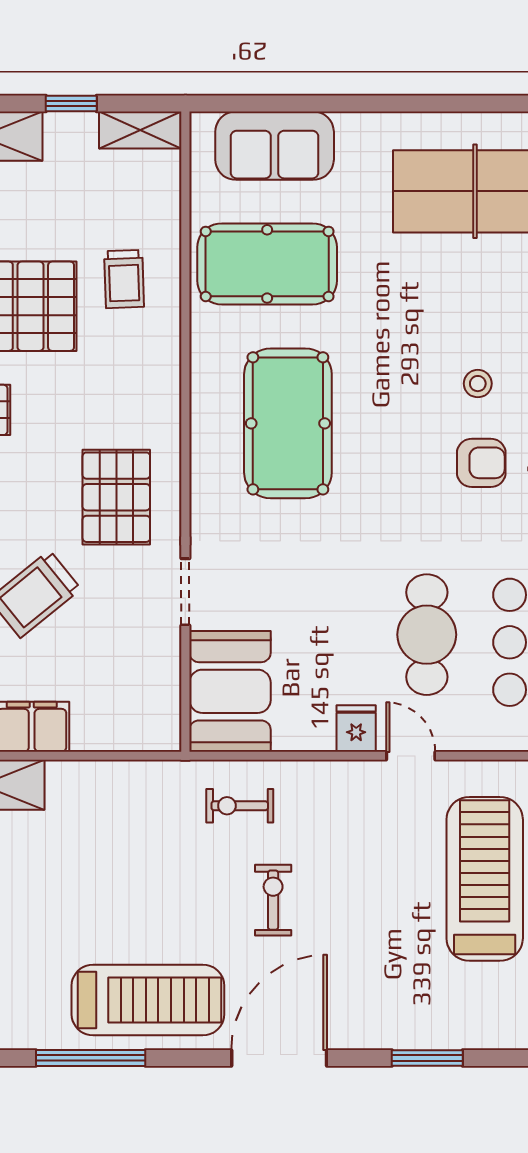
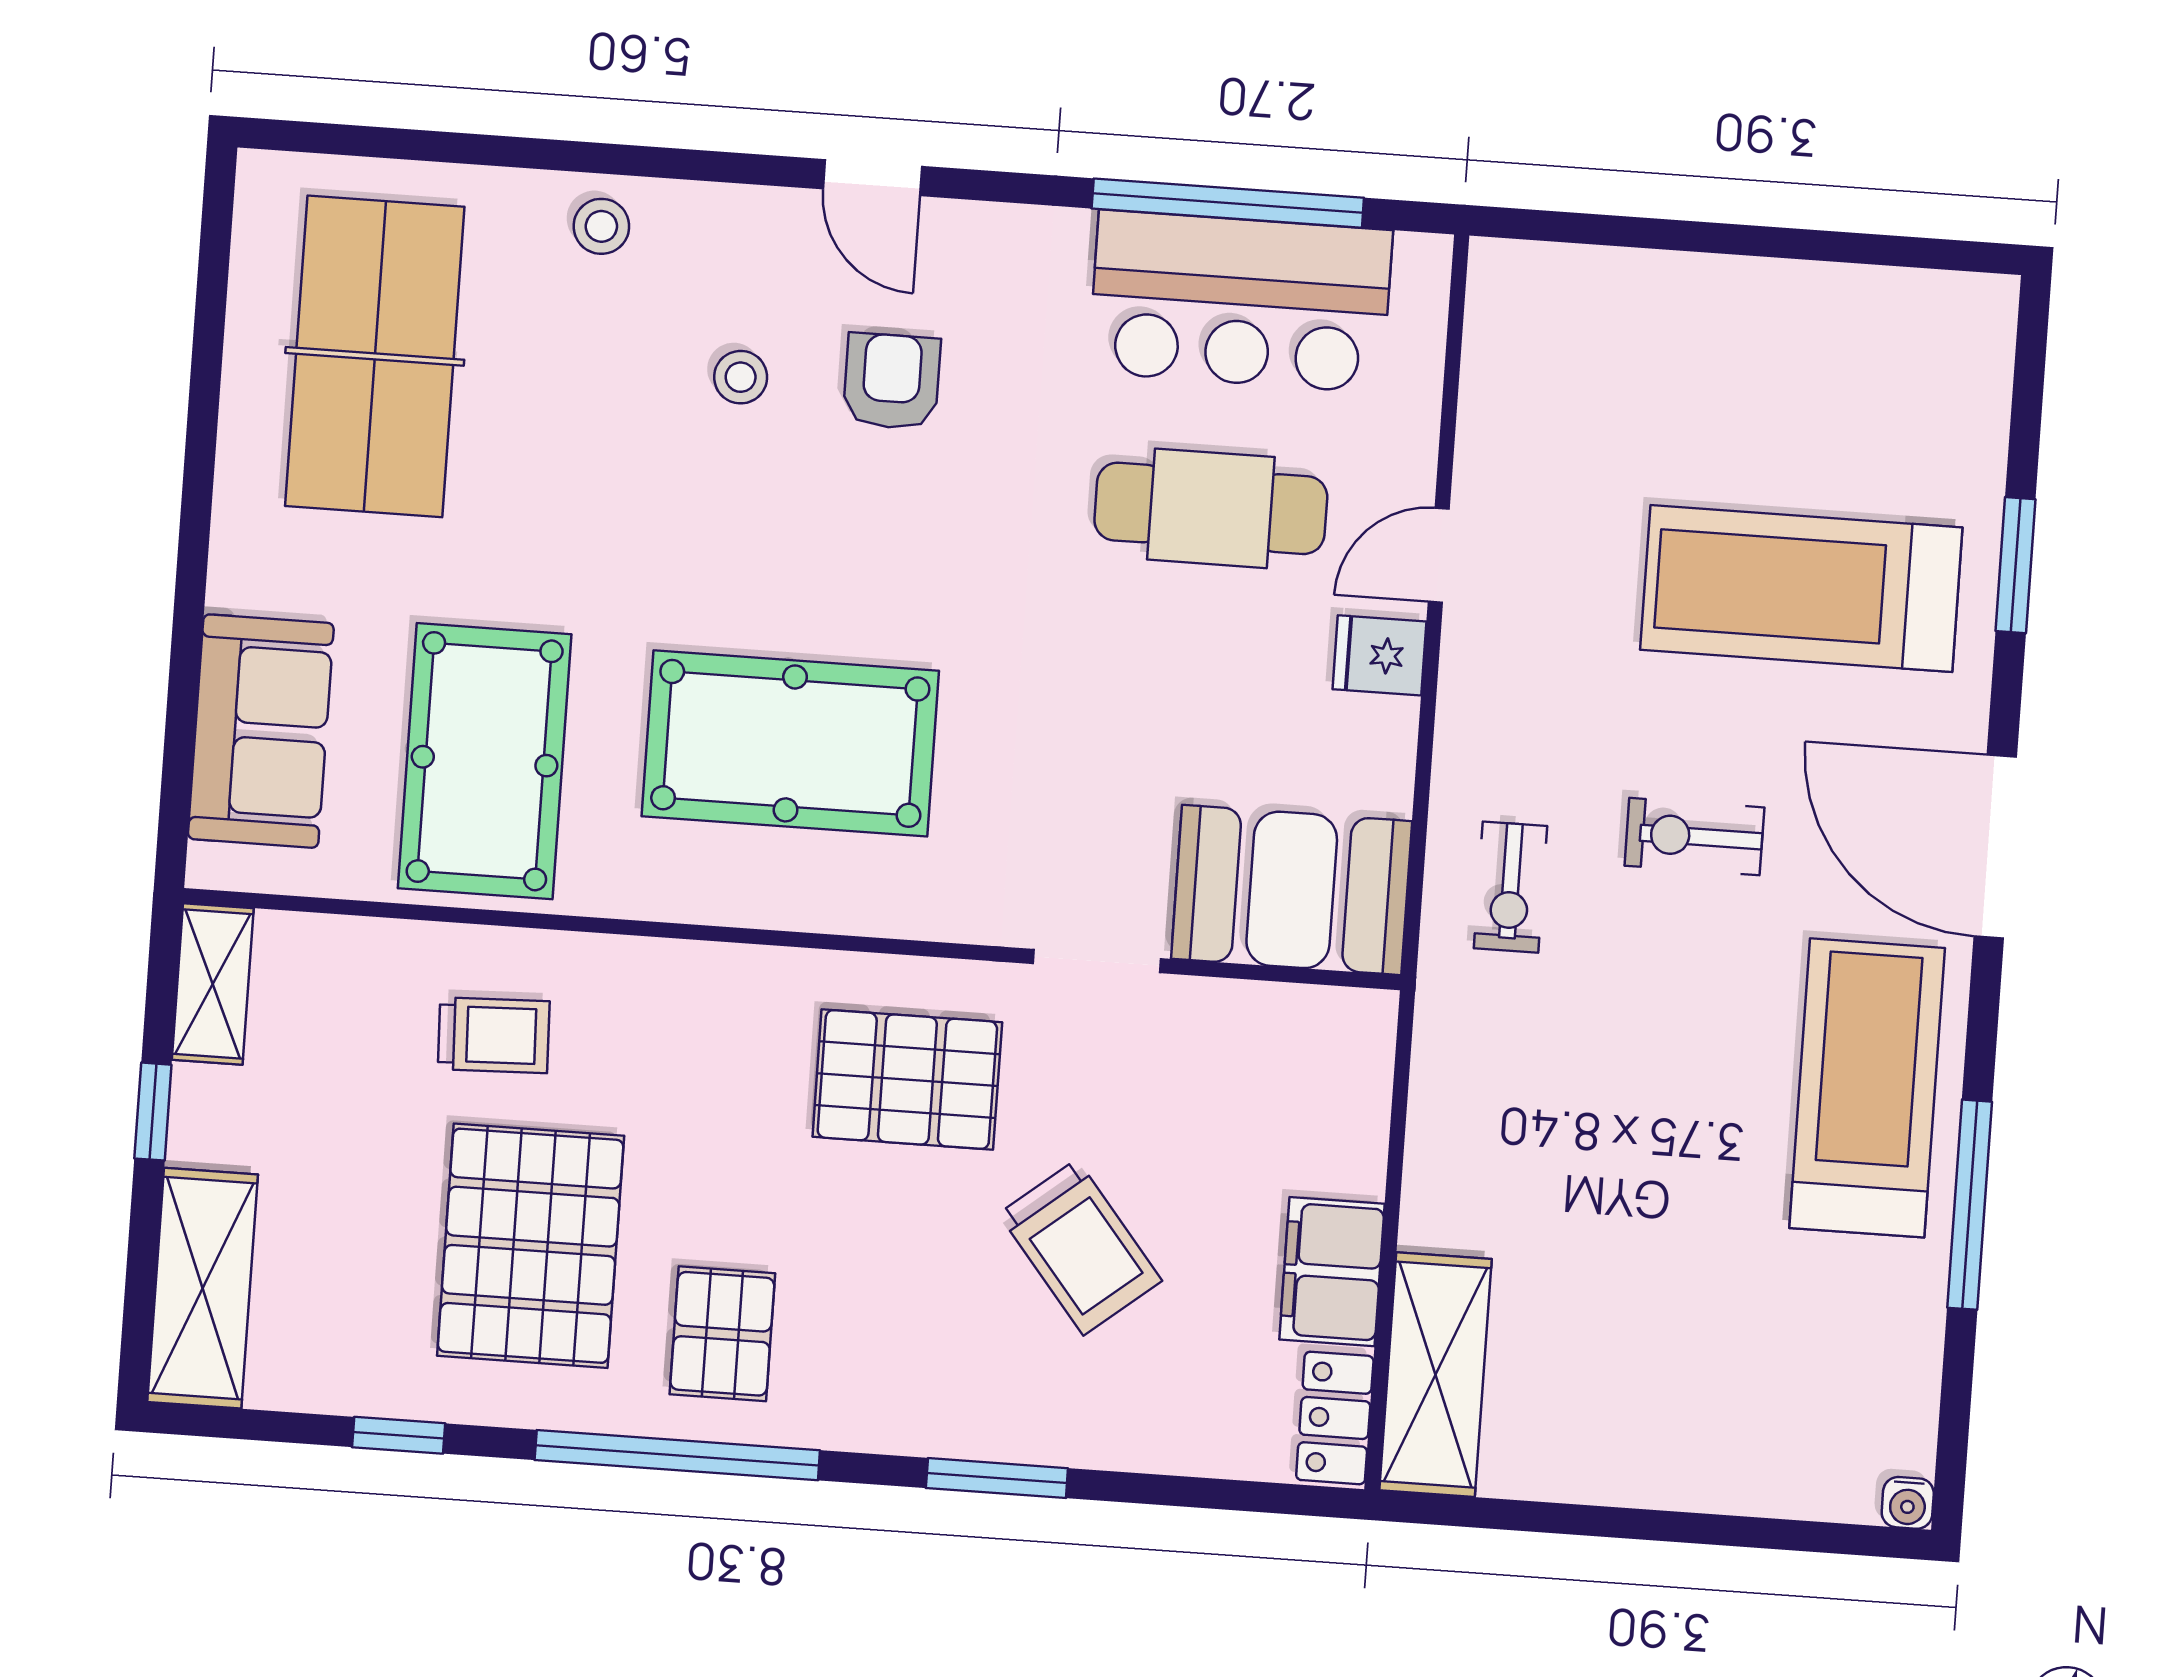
treadmill: (485, 879) -> (1801, 589), moved

